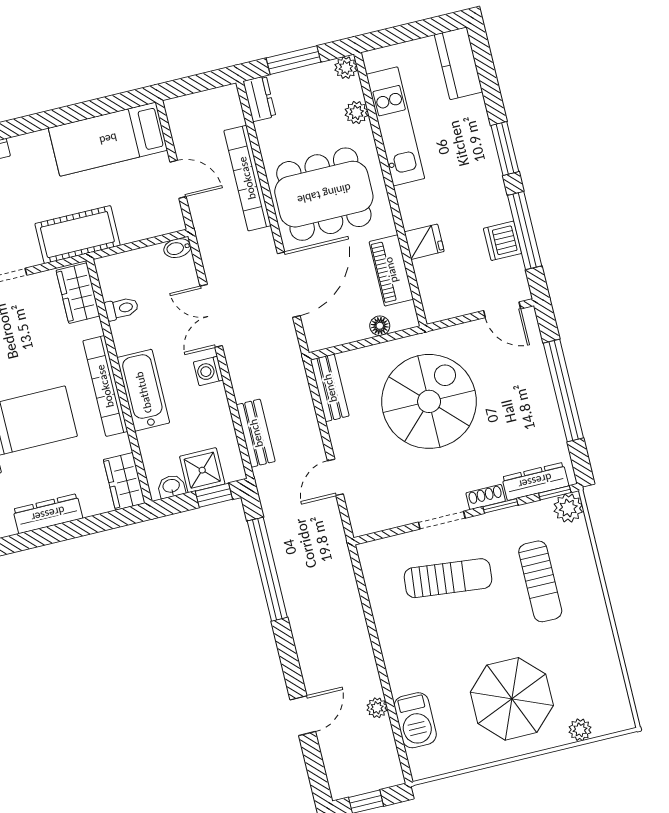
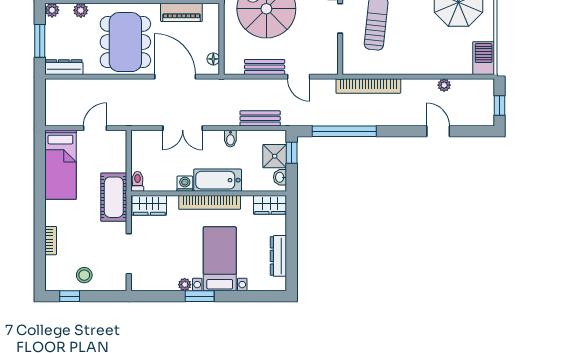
dresser: (259, 99) -> (64, 67), width x1.44
bookcase: (247, 178) -> (368, 86), moved
bidet: (177, 248) -> (230, 139), moved
toilet: (122, 308) -> (138, 181), moved
floor lamp: (380, 326) -> (213, 59), moved
washing machine: (208, 371) -> (185, 184), moved, turned 180
bench: (330, 388) -> (265, 67), moved
barbecue: (415, 720) -> (484, 58), moved, turned -90

